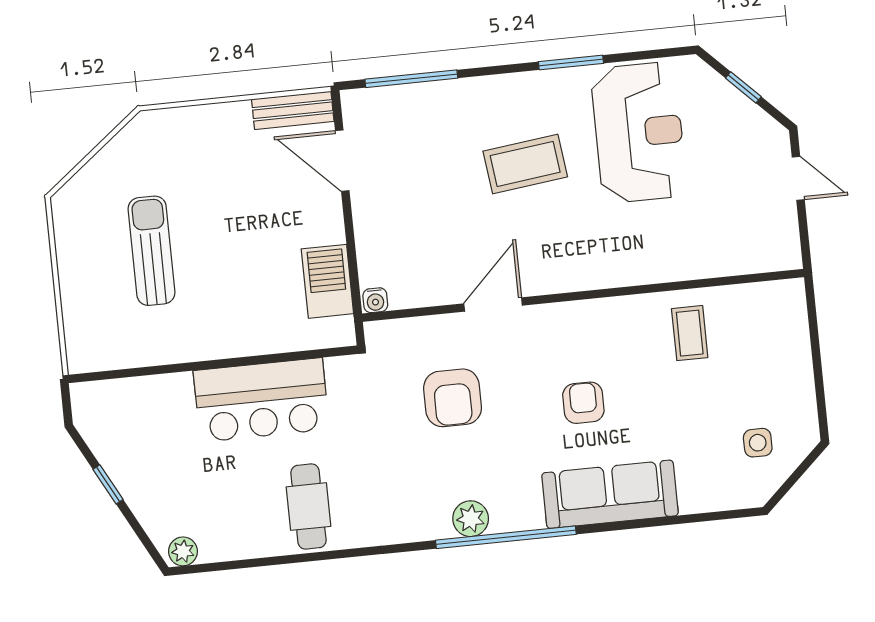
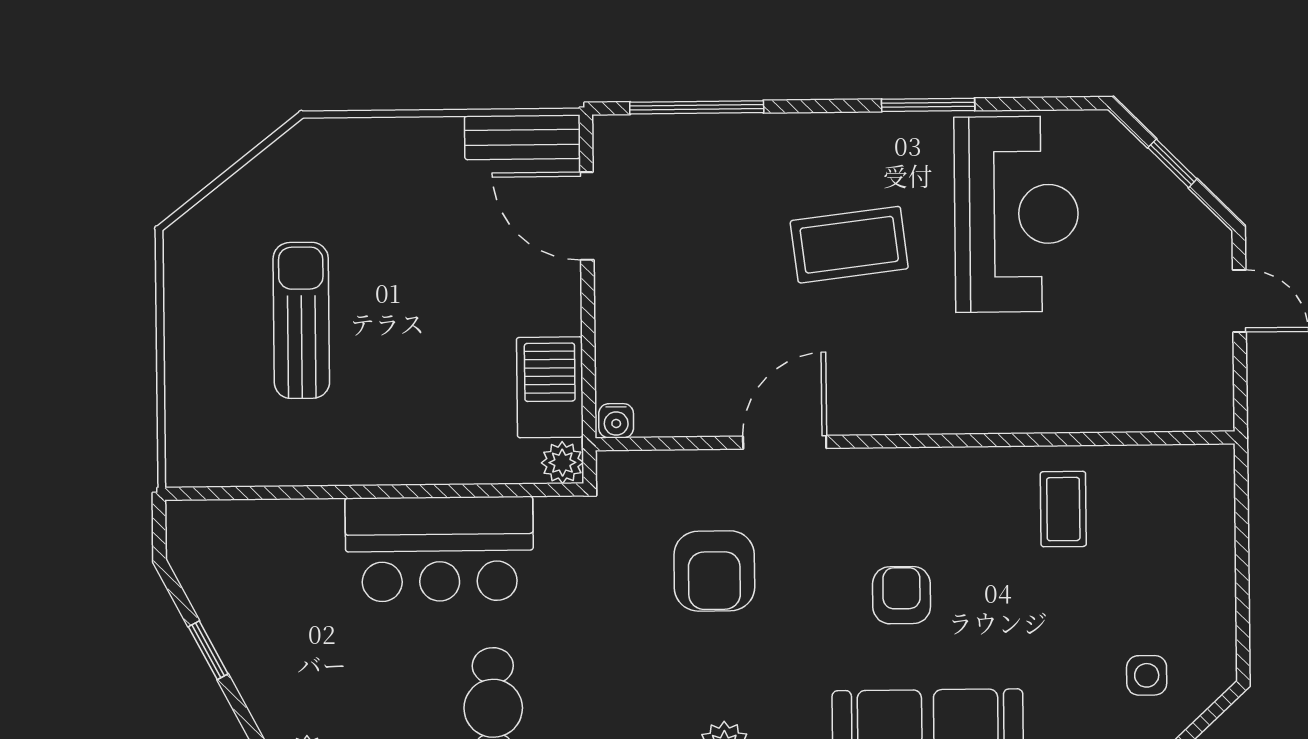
plant: (341, 332) -> (562, 463), added

